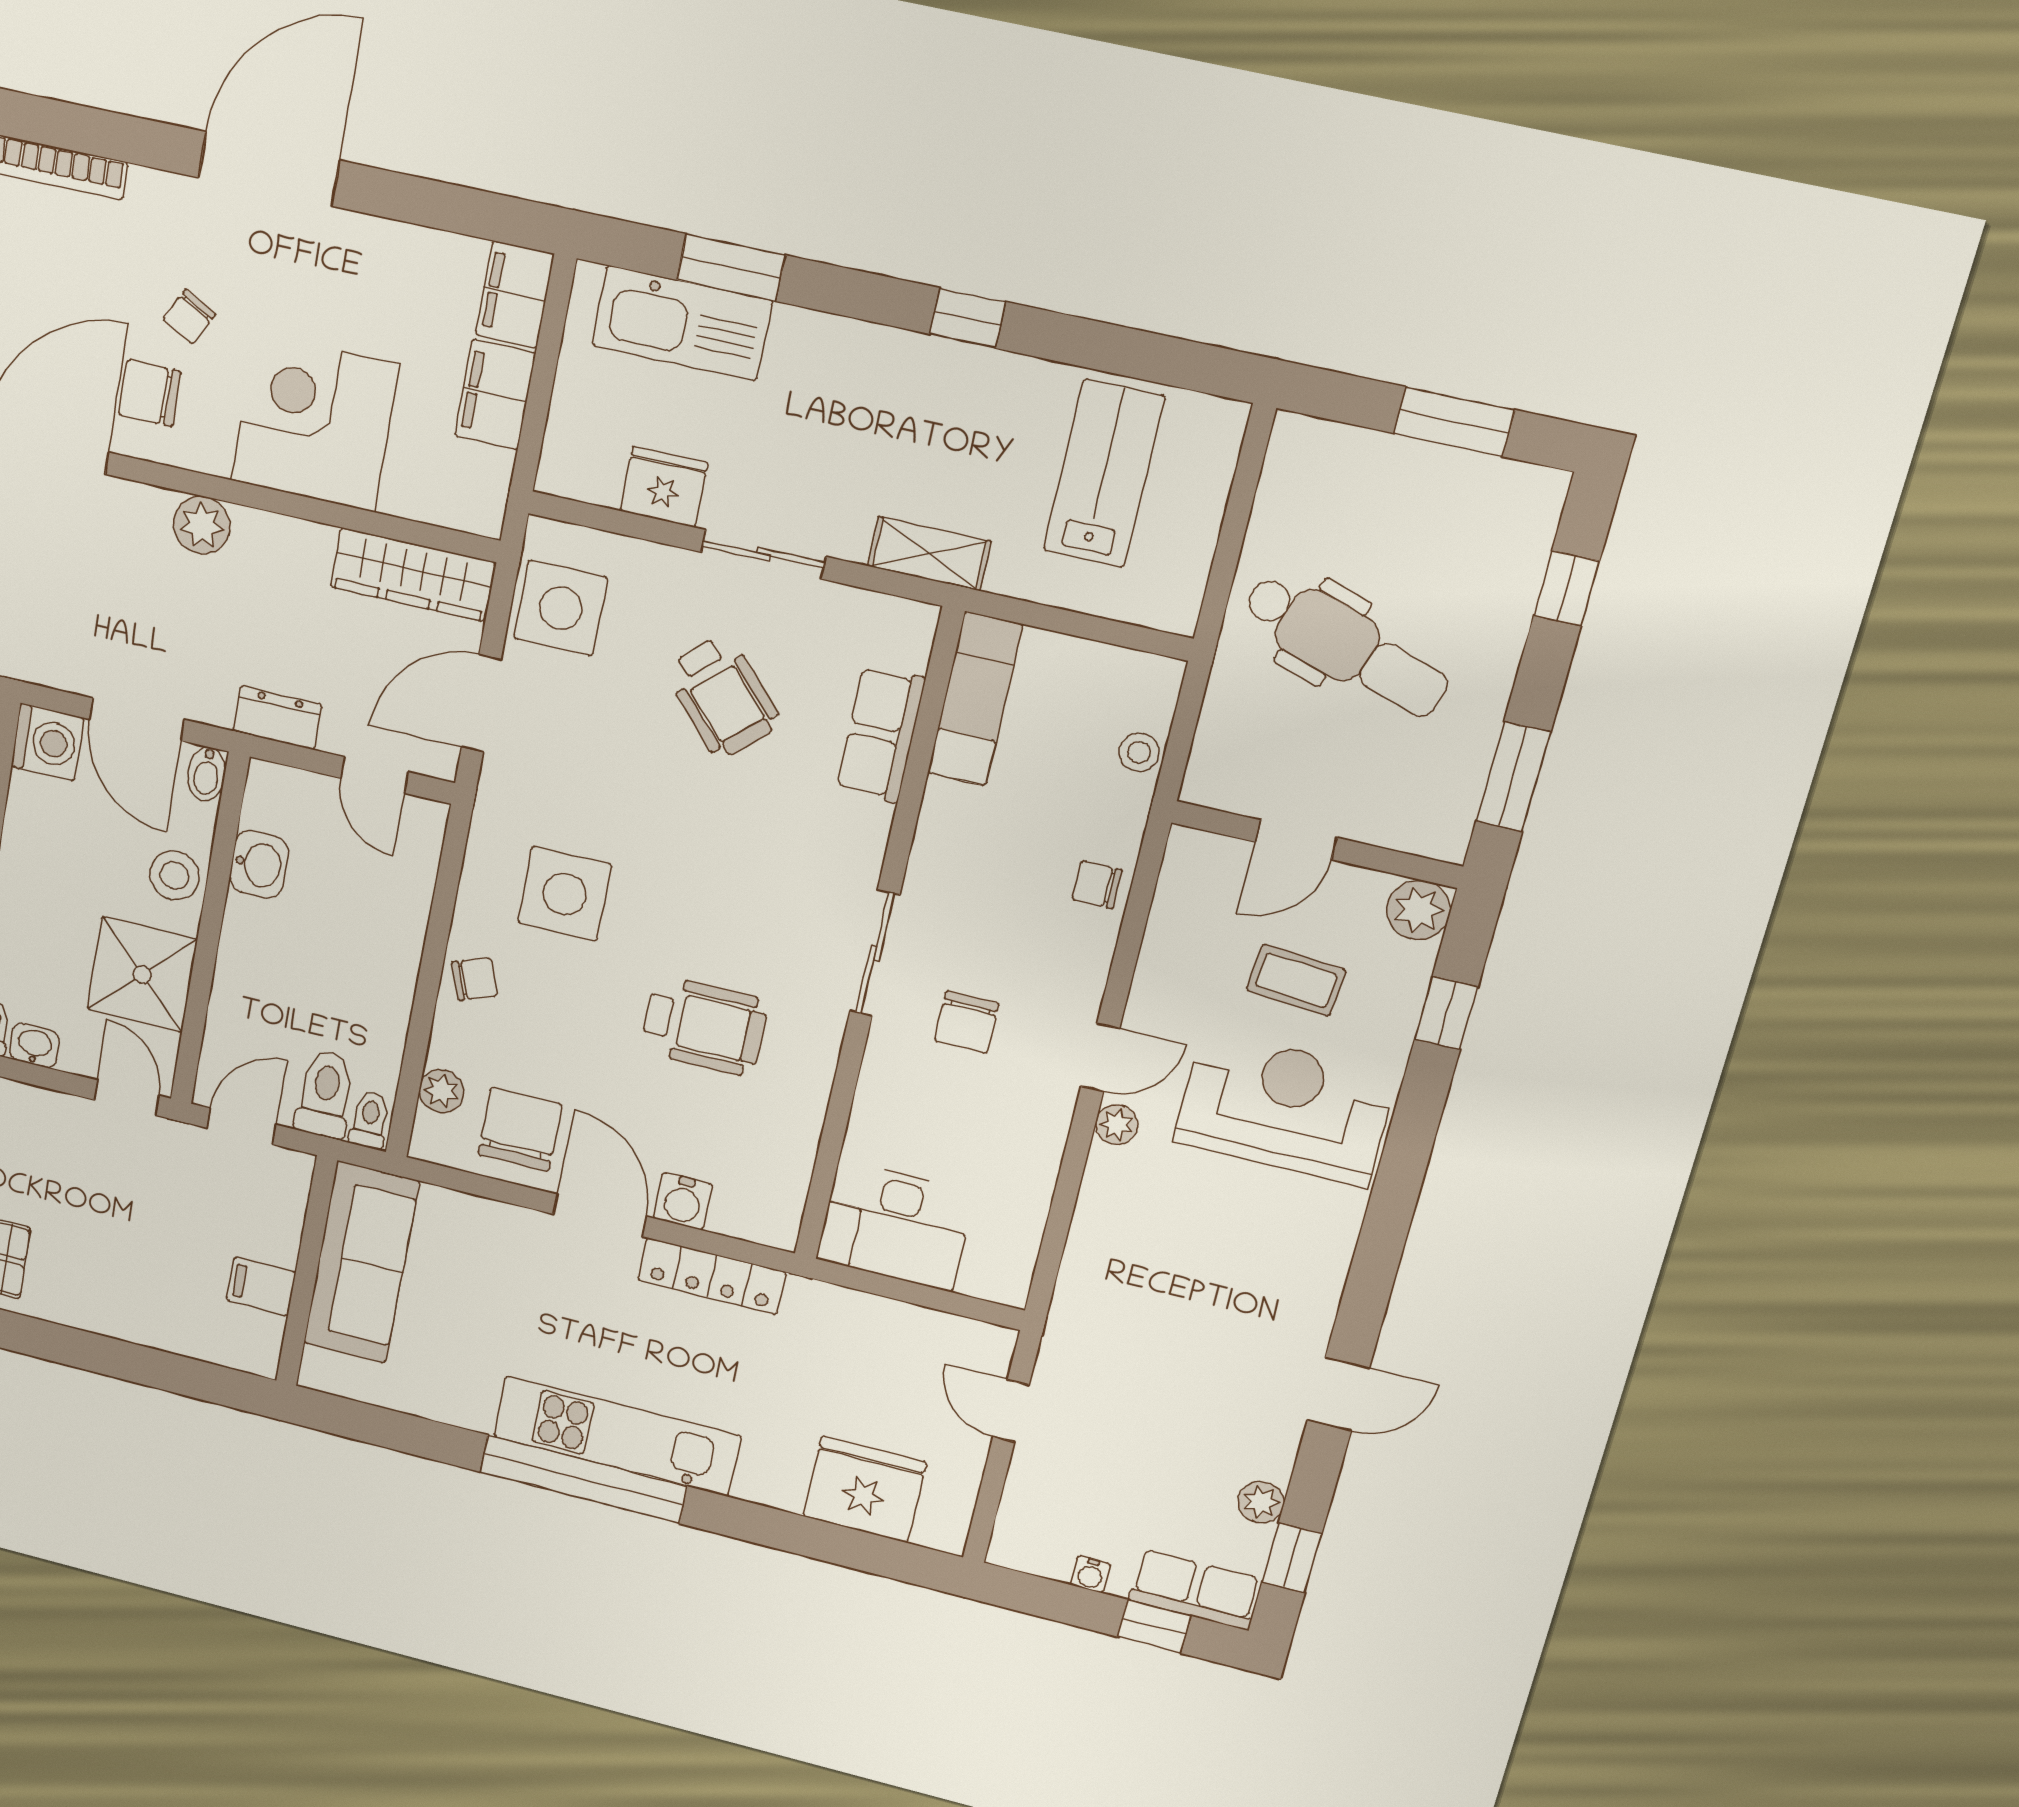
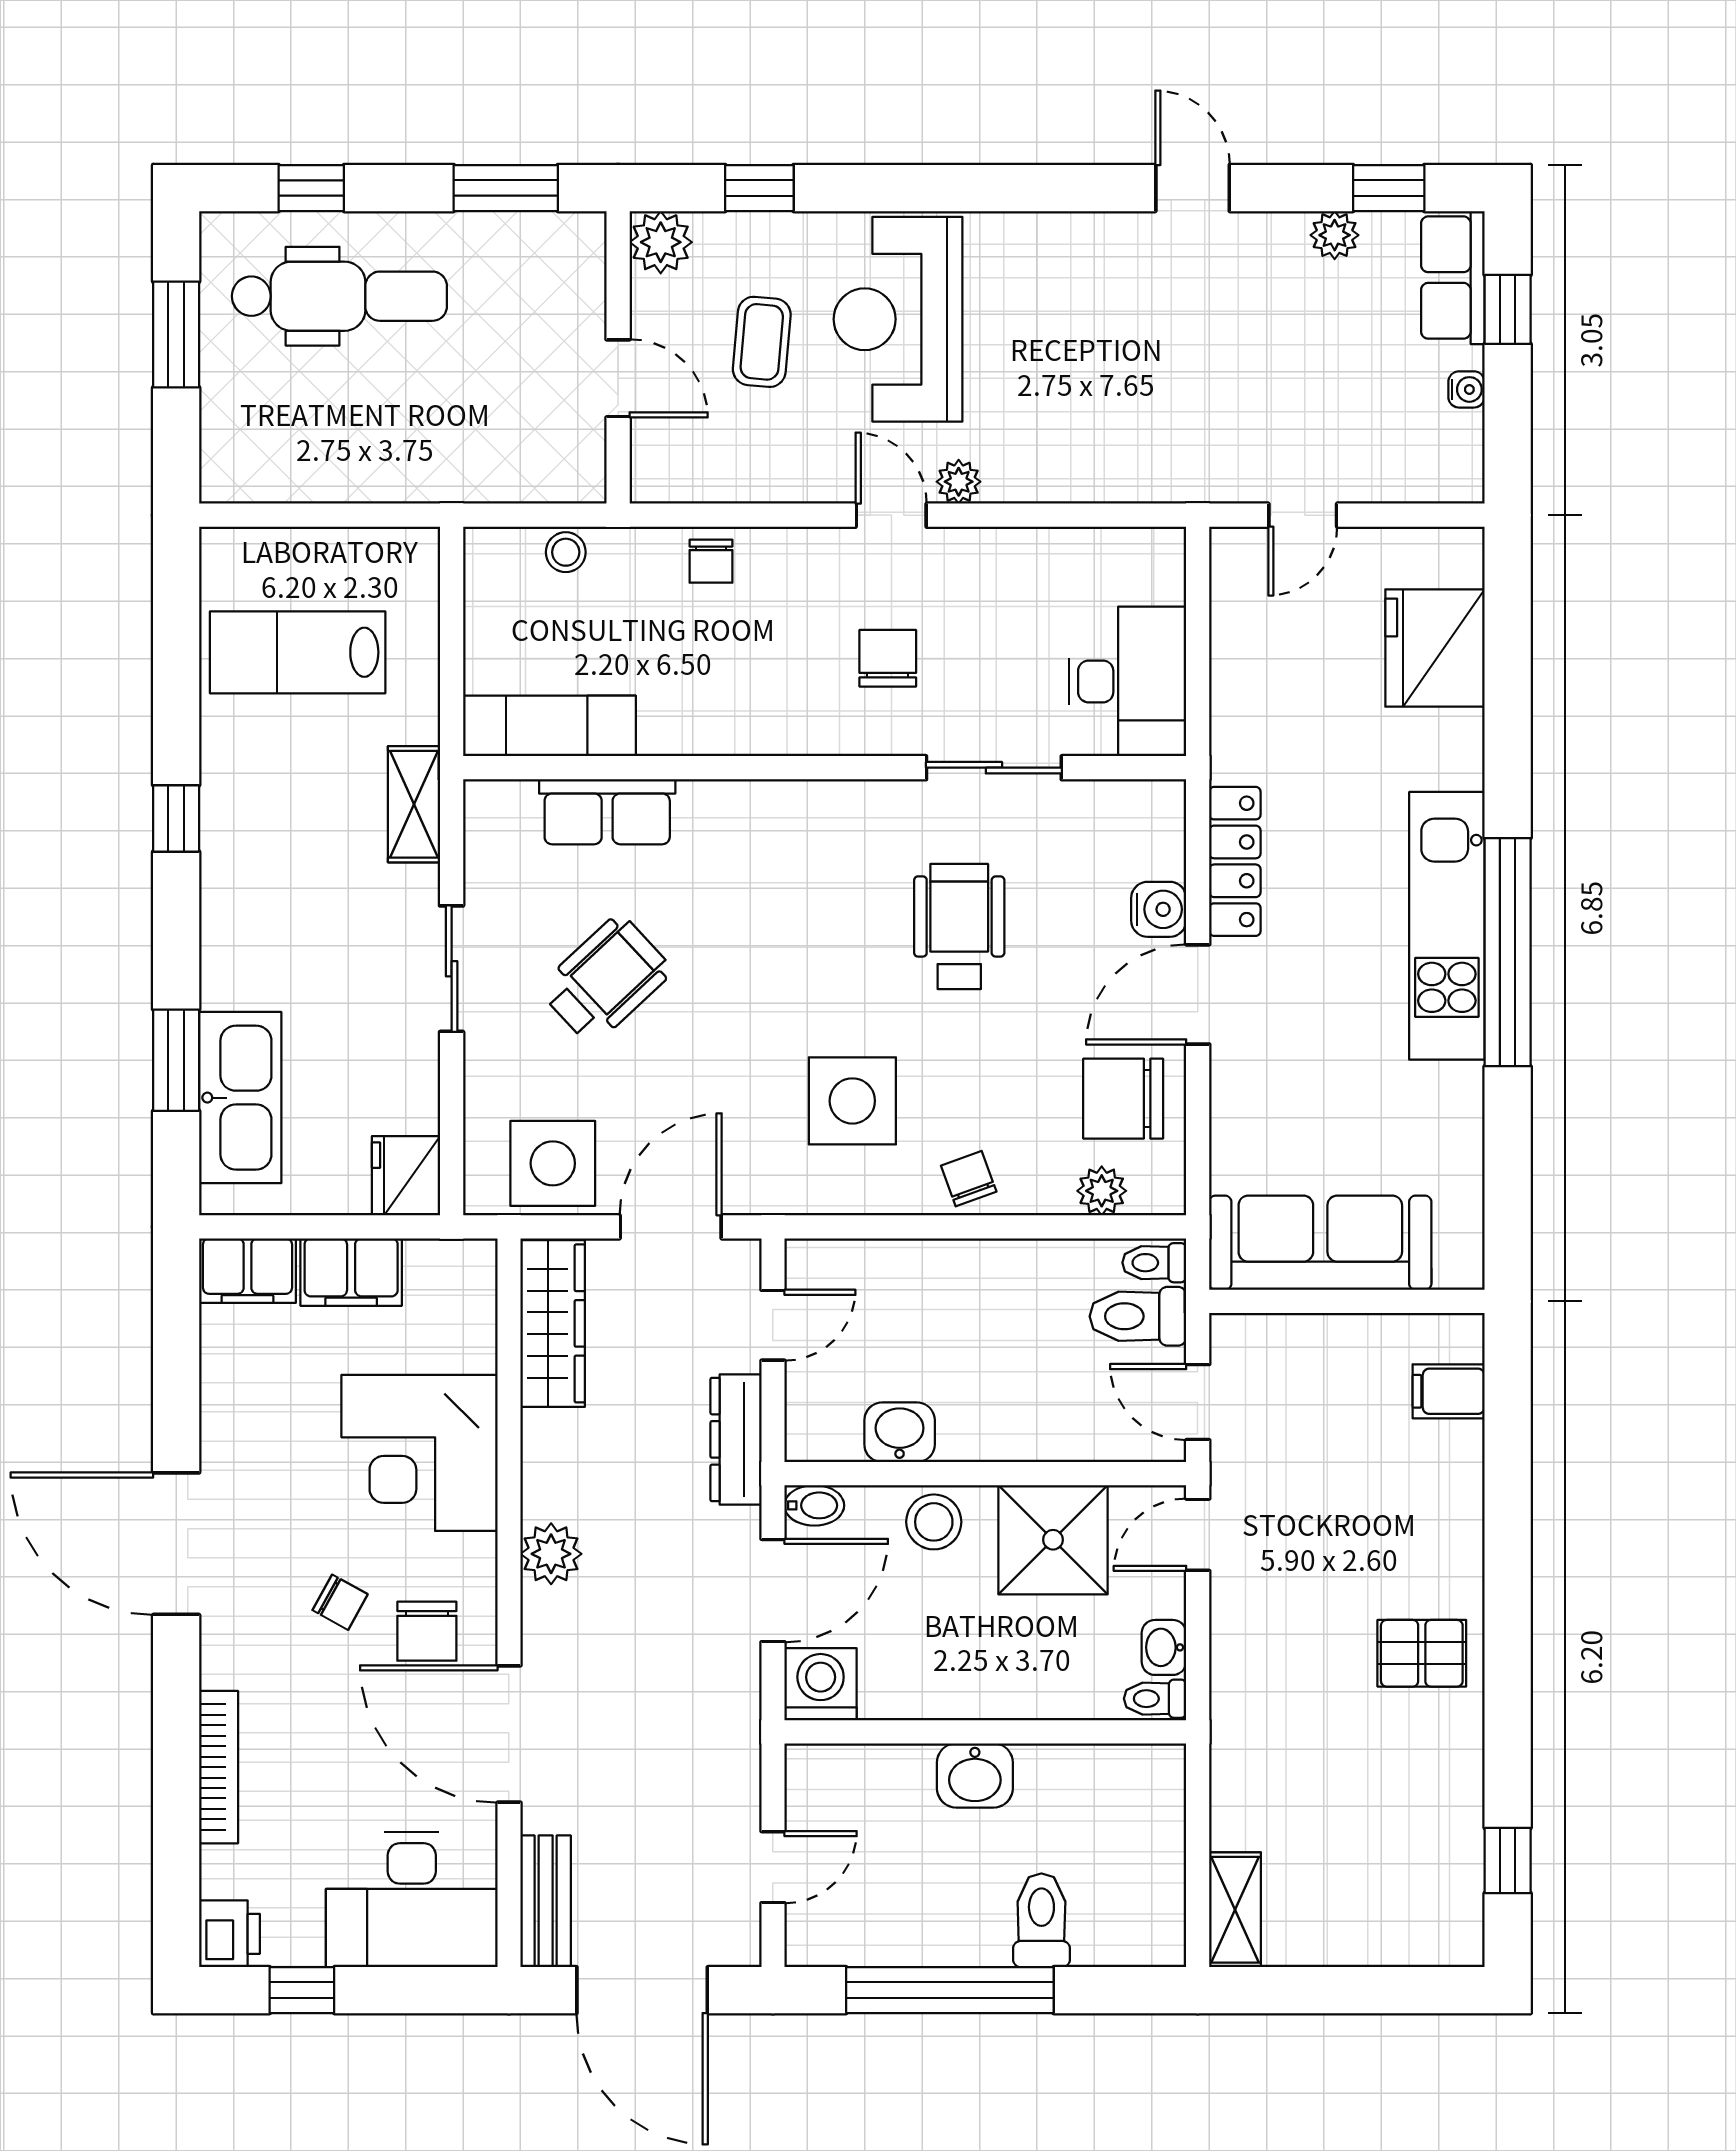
fridge: (664, 487) -> (406, 1176), moved
dental chair: (1346, 646) -> (339, 296), moved, turned 72
door: (481, 703) -> (671, 1227), swing flipped
dresser: (277, 718) -> (736, 1439), width x1.44
sliding door: (875, 953) -> (994, 768), moved
chair: (967, 1022) -> (888, 658), turned -90
filing cabinet: (261, 1286) -> (1449, 1391), moved, turned 90

